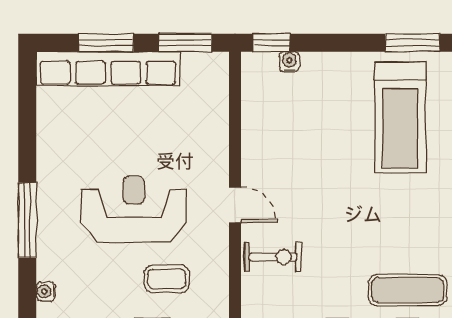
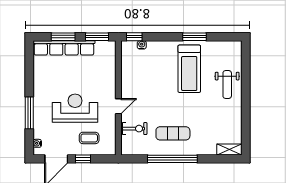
door: (235, 205) -> (118, 106), hinge flipped
exercise mat: (408, 290) -> (173, 133), moved

